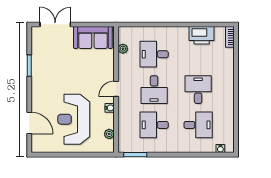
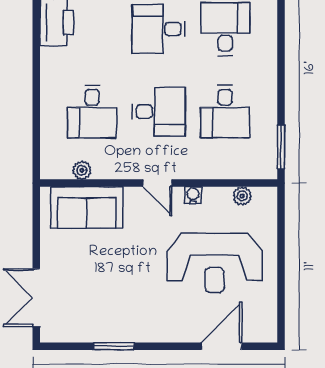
sofa: (93, 37) -> (87, 208), moved, turned 90

